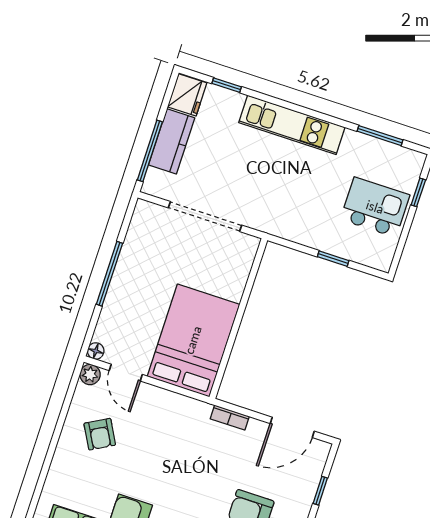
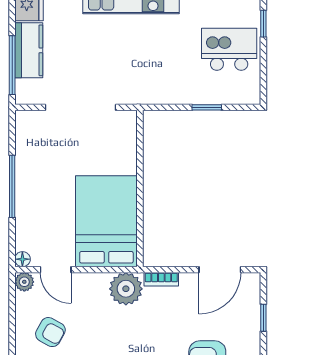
plant: (191, 415) -> (126, 289), added
armchair: (100, 434) -> (50, 332), turned -32

